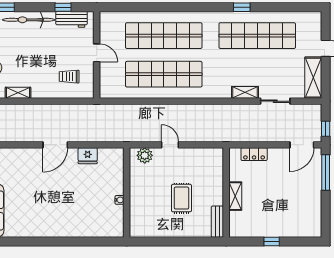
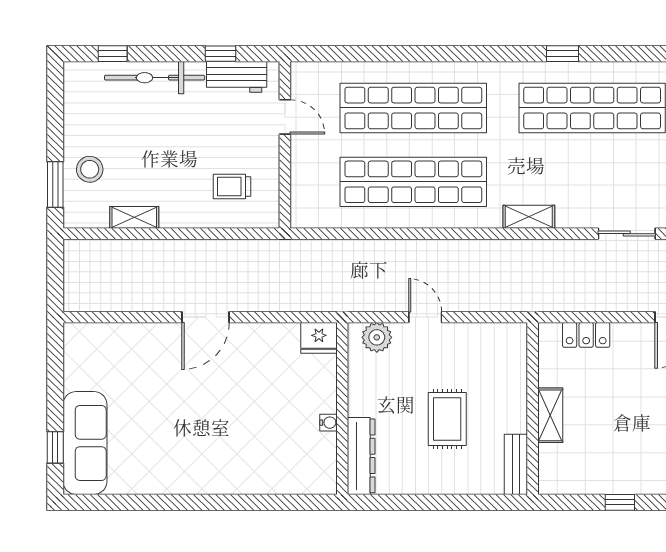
door: (97, 53) -> (285, 117), moved
shelving: (245, 92) -> (529, 217), moved
fridge: (88, 156) -> (319, 338), moved
dresser: (137, 217) -> (361, 456), added

